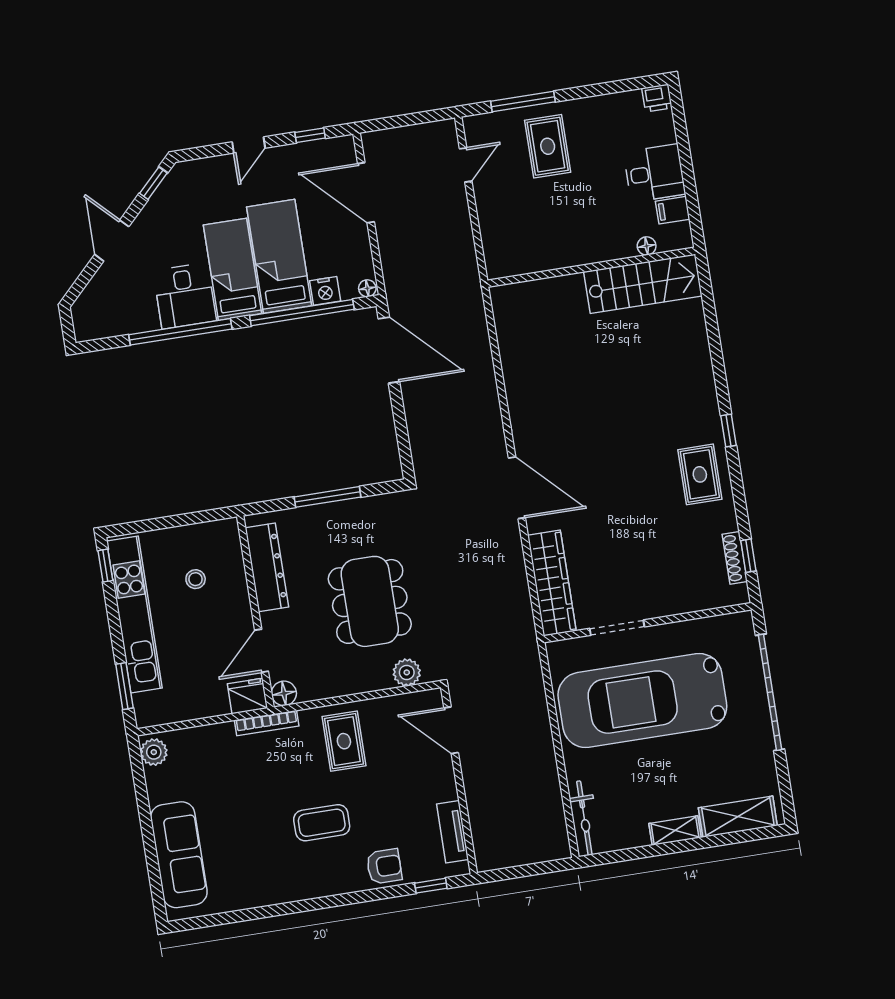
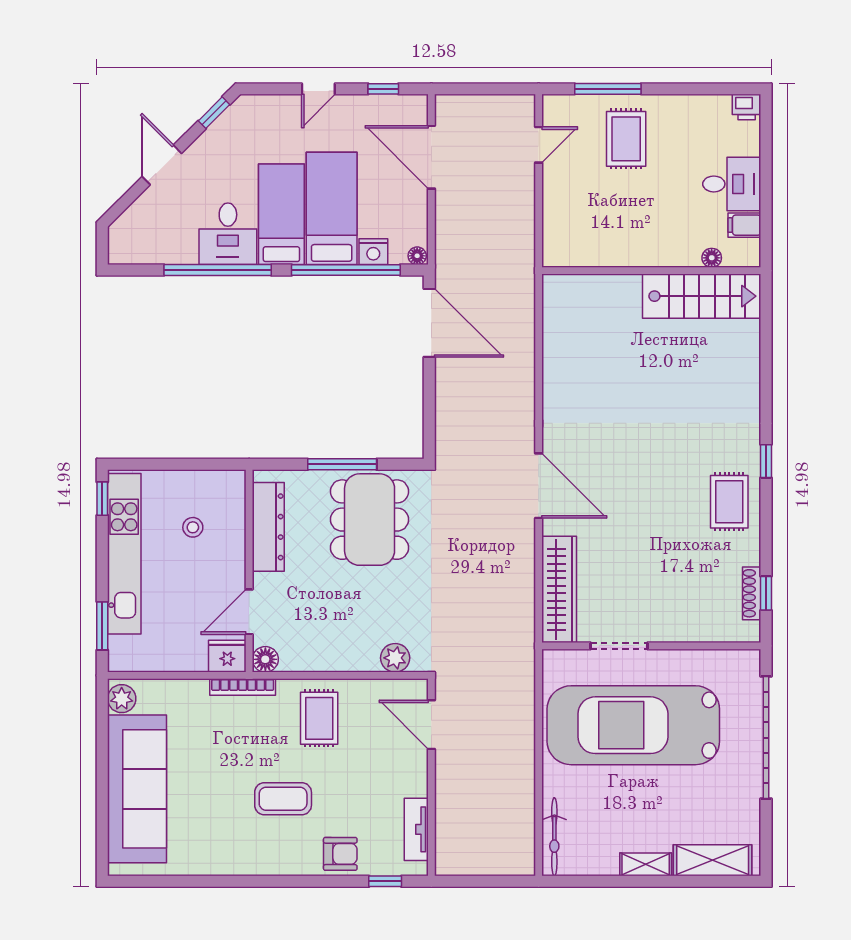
dining table: (370, 601) -> (370, 520), moved
sofa: (179, 855) -> (137, 789), width x1.36, depth x1.27

